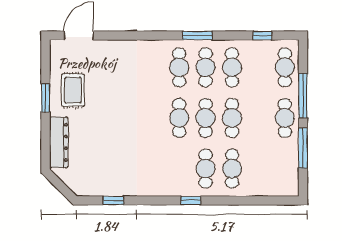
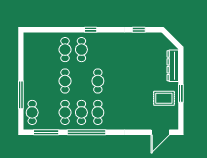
window: (197, 35) -> (87, 132), width x2.11
window: (262, 35) -> (46, 132), width x2.17
rug: (73, 90) -> (164, 98), turned 90
cafe table: (206, 118) -> (81, 81), removed
cafe table: (285, 118) -> (32, 81), removed
window: (303, 148) -> (21, 62), removed

